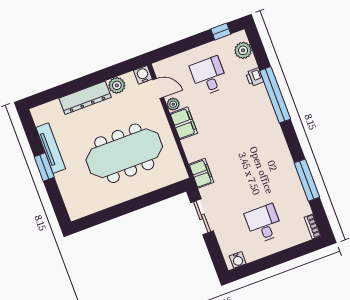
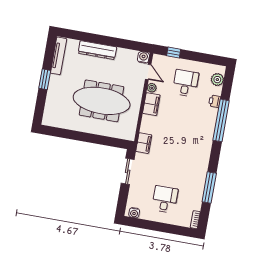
window: (221, 32) -> (174, 53), moved
plant: (117, 85) -> (123, 54), removed
tv unit: (51, 148) -> (59, 56), moved

